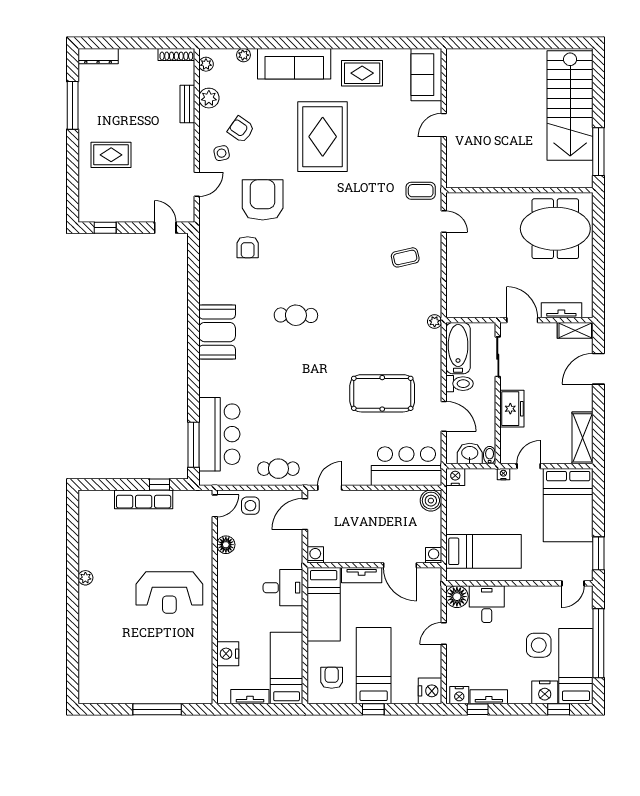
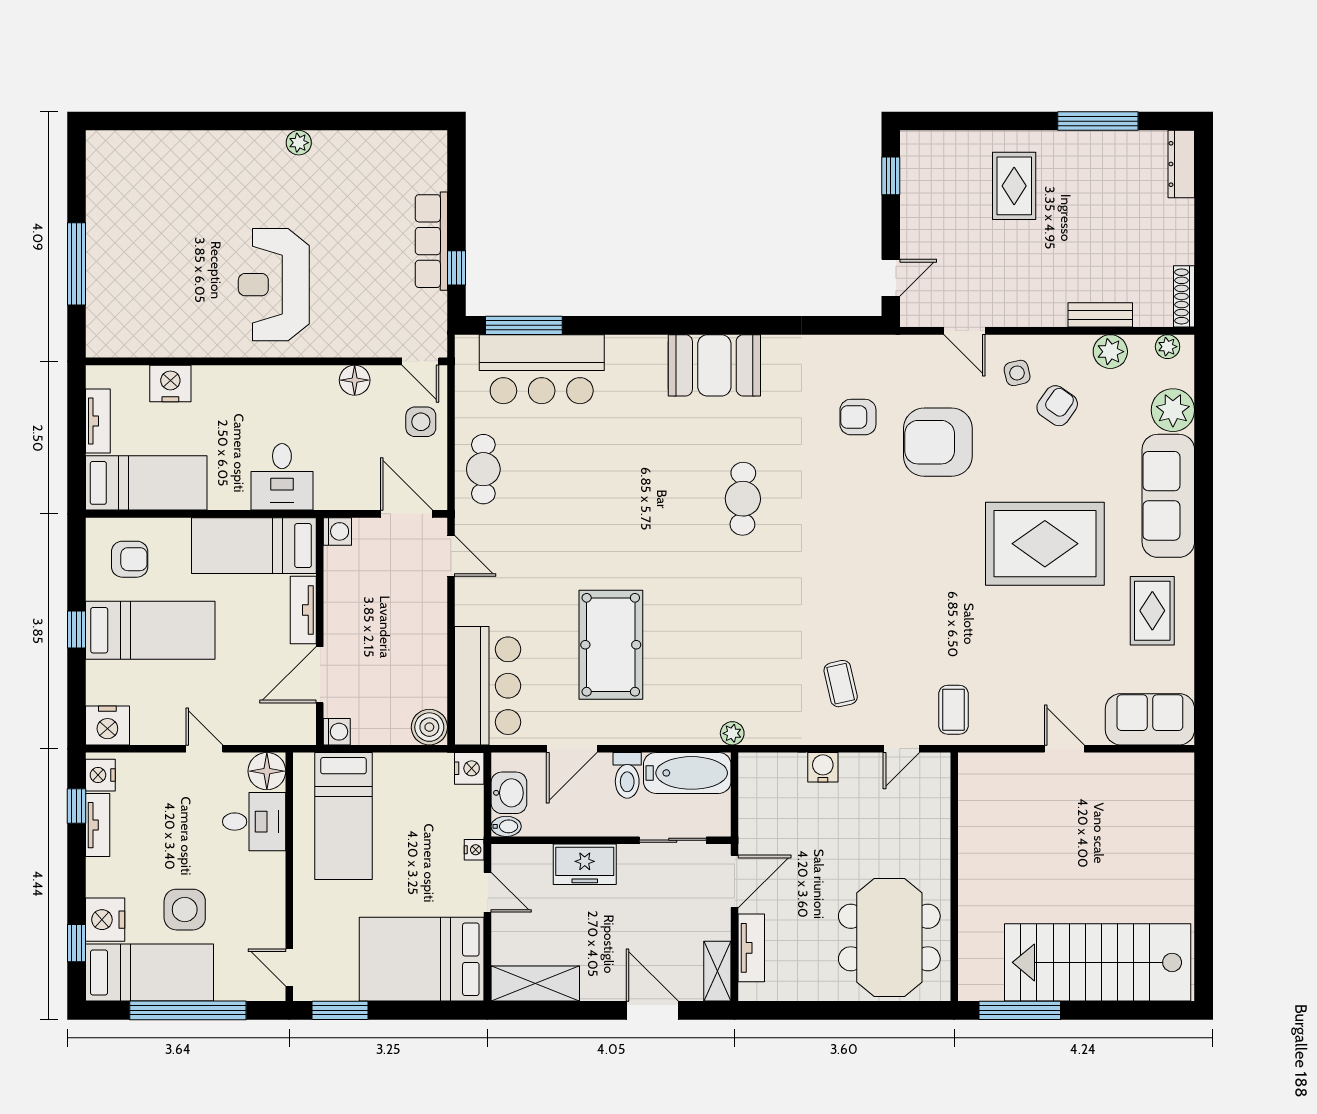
plant: (244, 55) -> (1173, 410), width x1.88, depth x1.88
armchair: (263, 200) -> (938, 442), turned 180
water cooler: (455, 268) -> (823, 767), added

